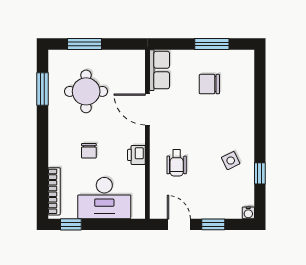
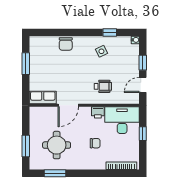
chair: (209, 84) -> (66, 44), moved
desk: (104, 198) -> (122, 120), moved, turned -90
window: (71, 224) -> (143, 134), moved

